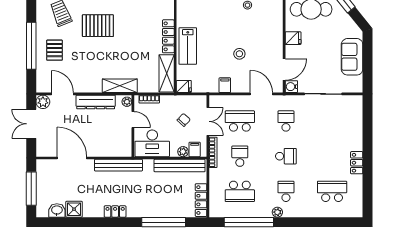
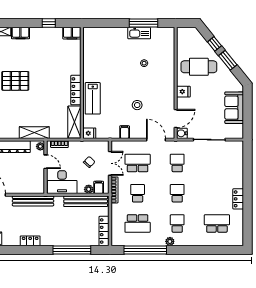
school desk: (286, 156) -> (177, 193), turned -90

